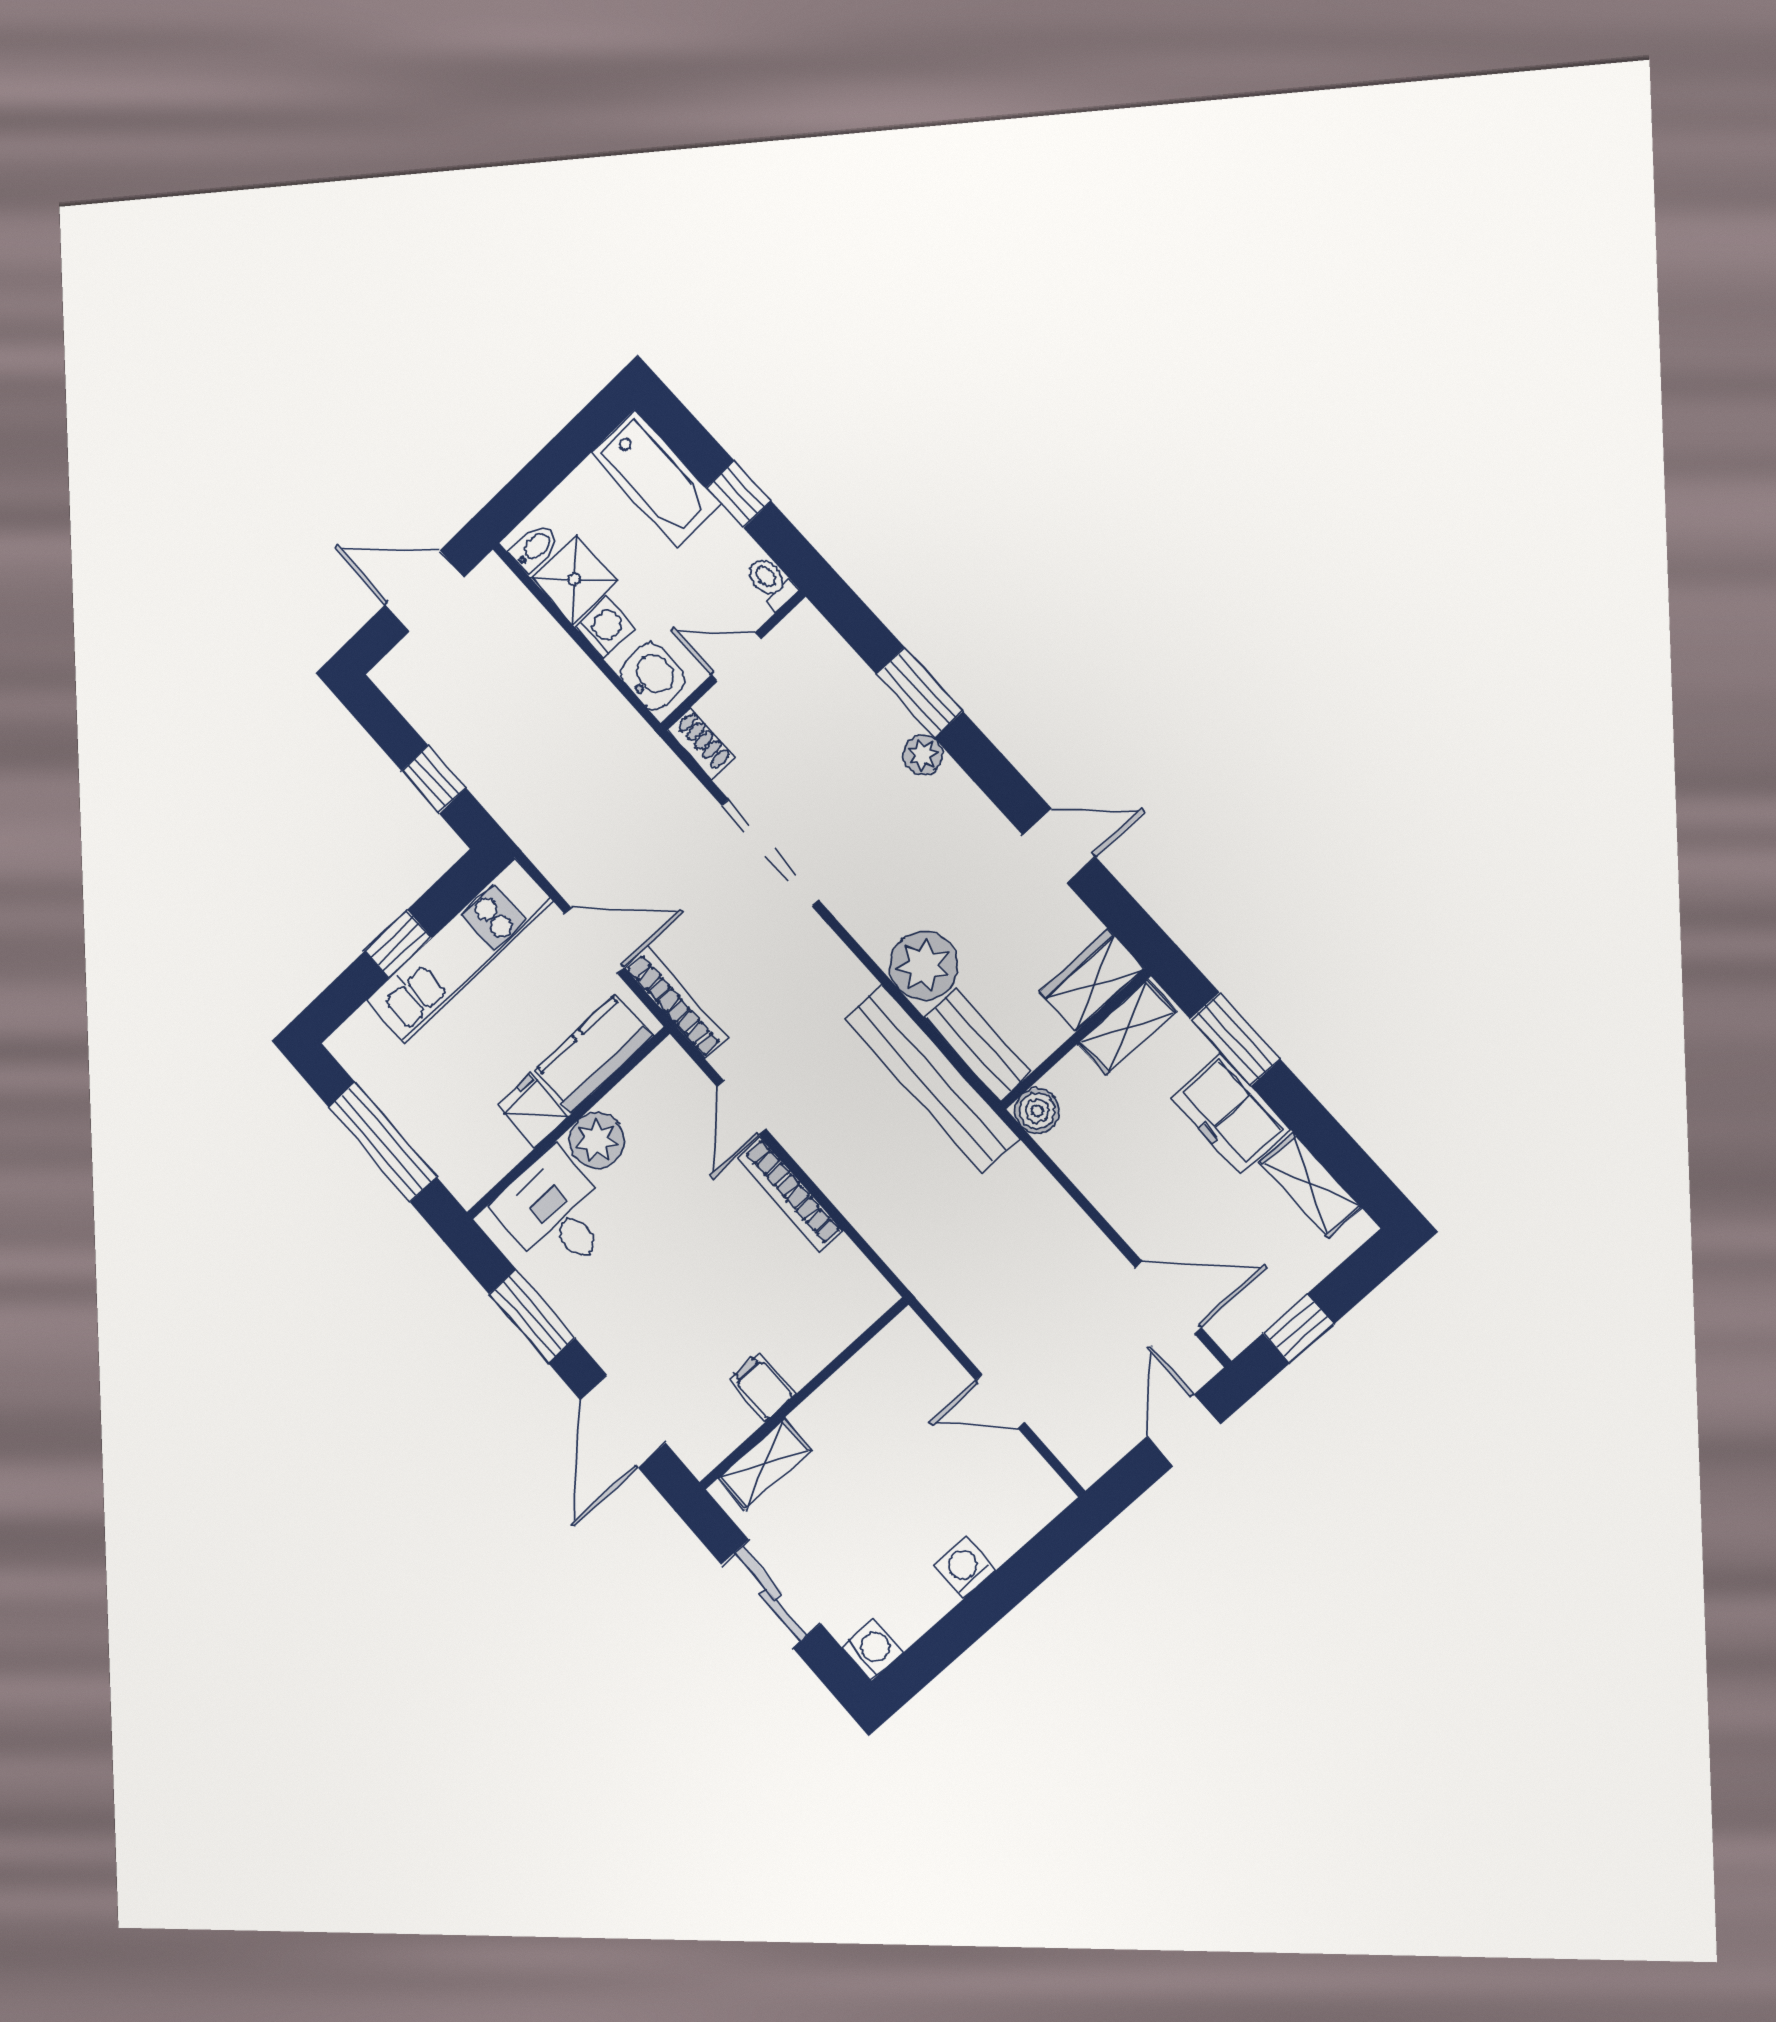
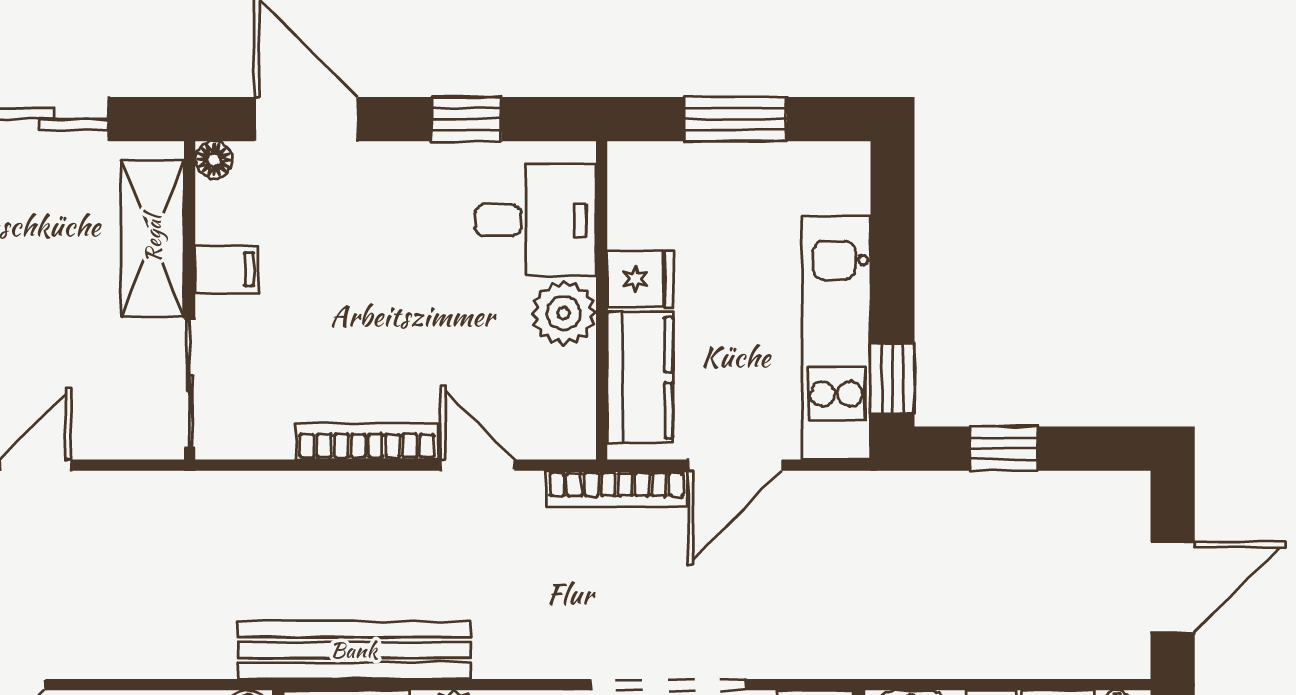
window: (398, 944) -> (893, 379), moved
window: (382, 1142) -> (736, 119), width x0.69
window: (532, 1316) -> (466, 119), width x0.67
sliding door: (856, 1346) -> (190, 383), added
floor lamp: (700, 1459) -> (214, 160), added
shelving: (764, 1464) -> (153, 239), width x1.50, depth x1.33

